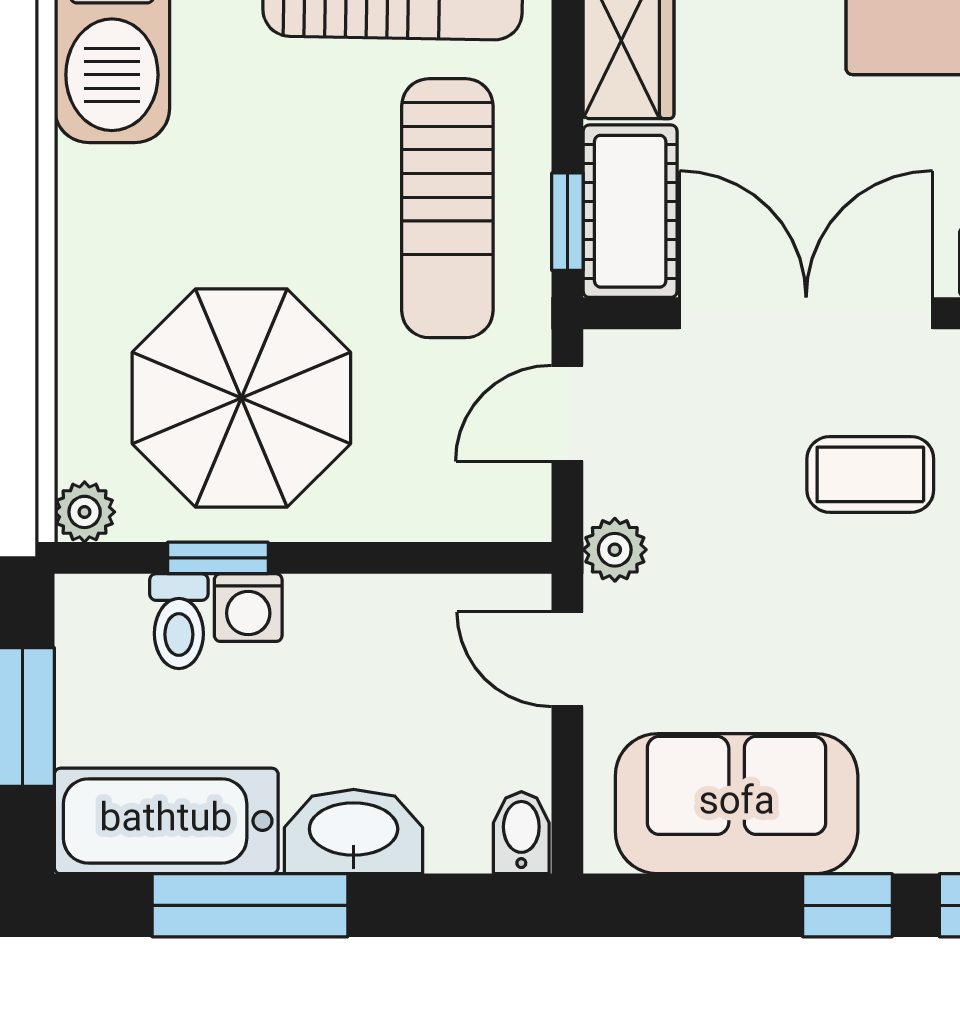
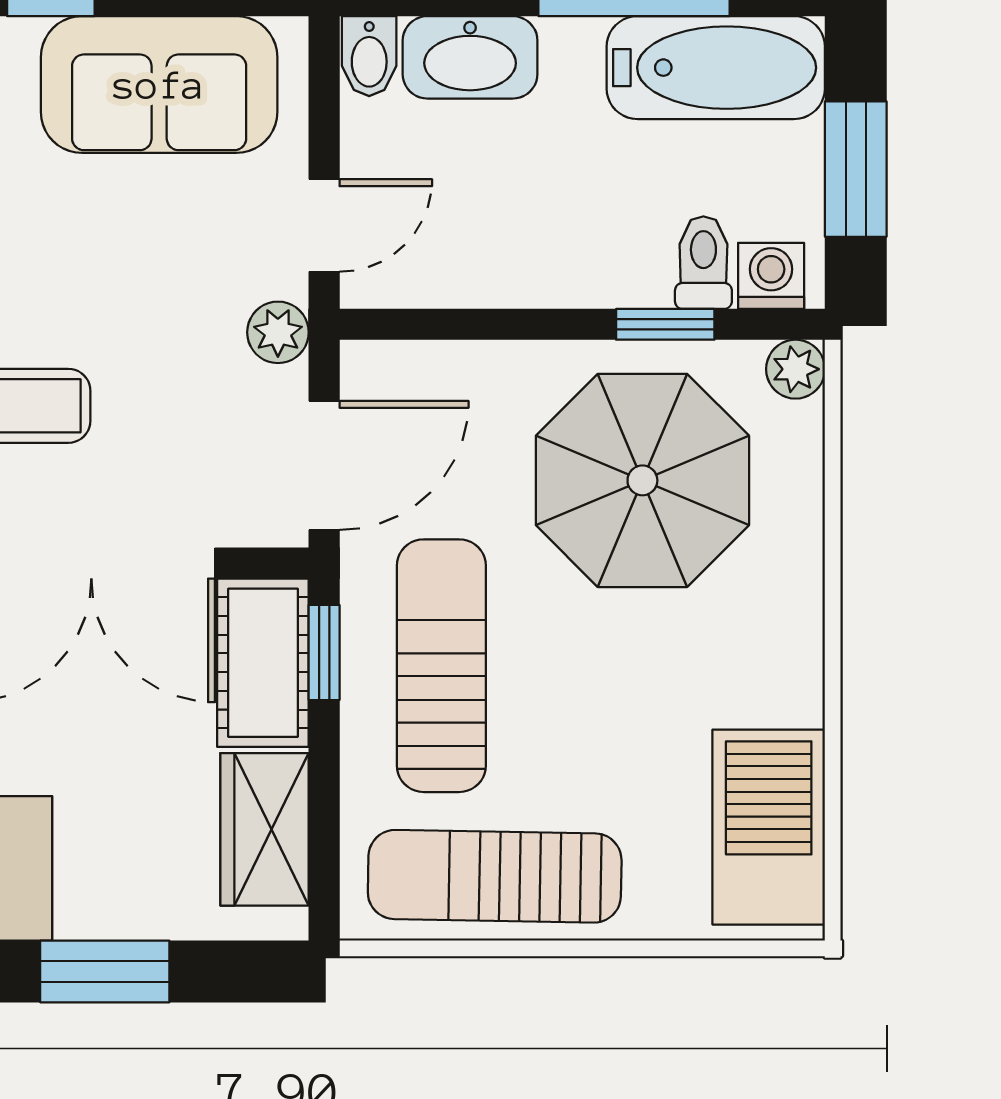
door: (567, 413) -> (324, 465), width x1.38
washing machine: (248, 608) -> (771, 276), moved
door: (567, 659) -> (324, 225), hinge flipped
washbasin: (354, 831) -> (470, 57), moved

